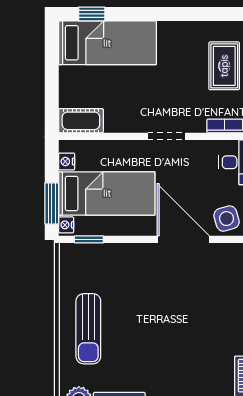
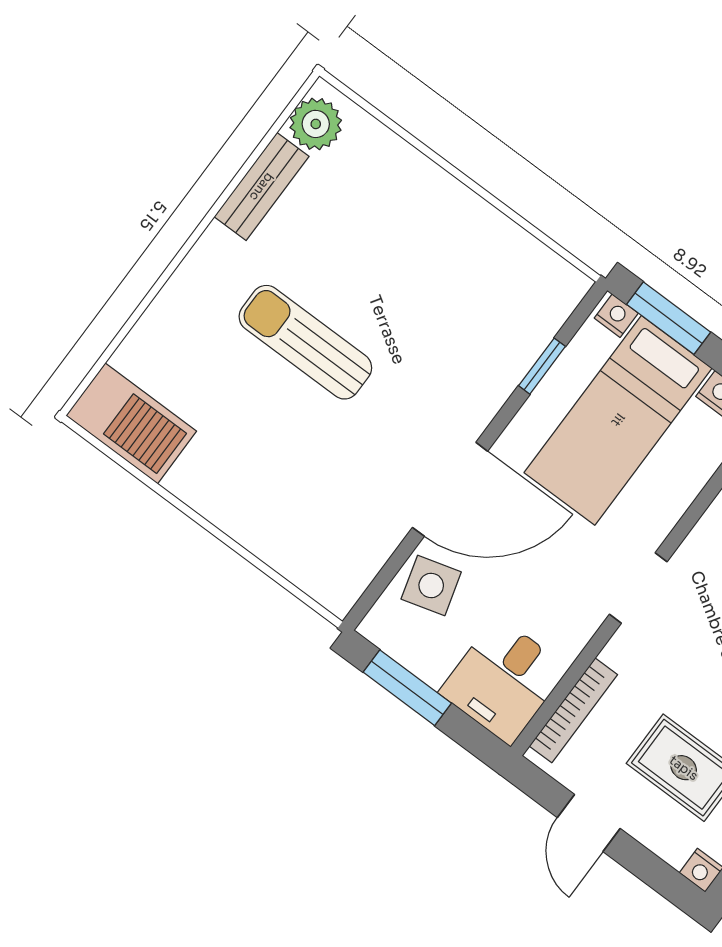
window: (89, 239) -> (542, 366), moved
sun lounger: (88, 329) -> (305, 342), moved

